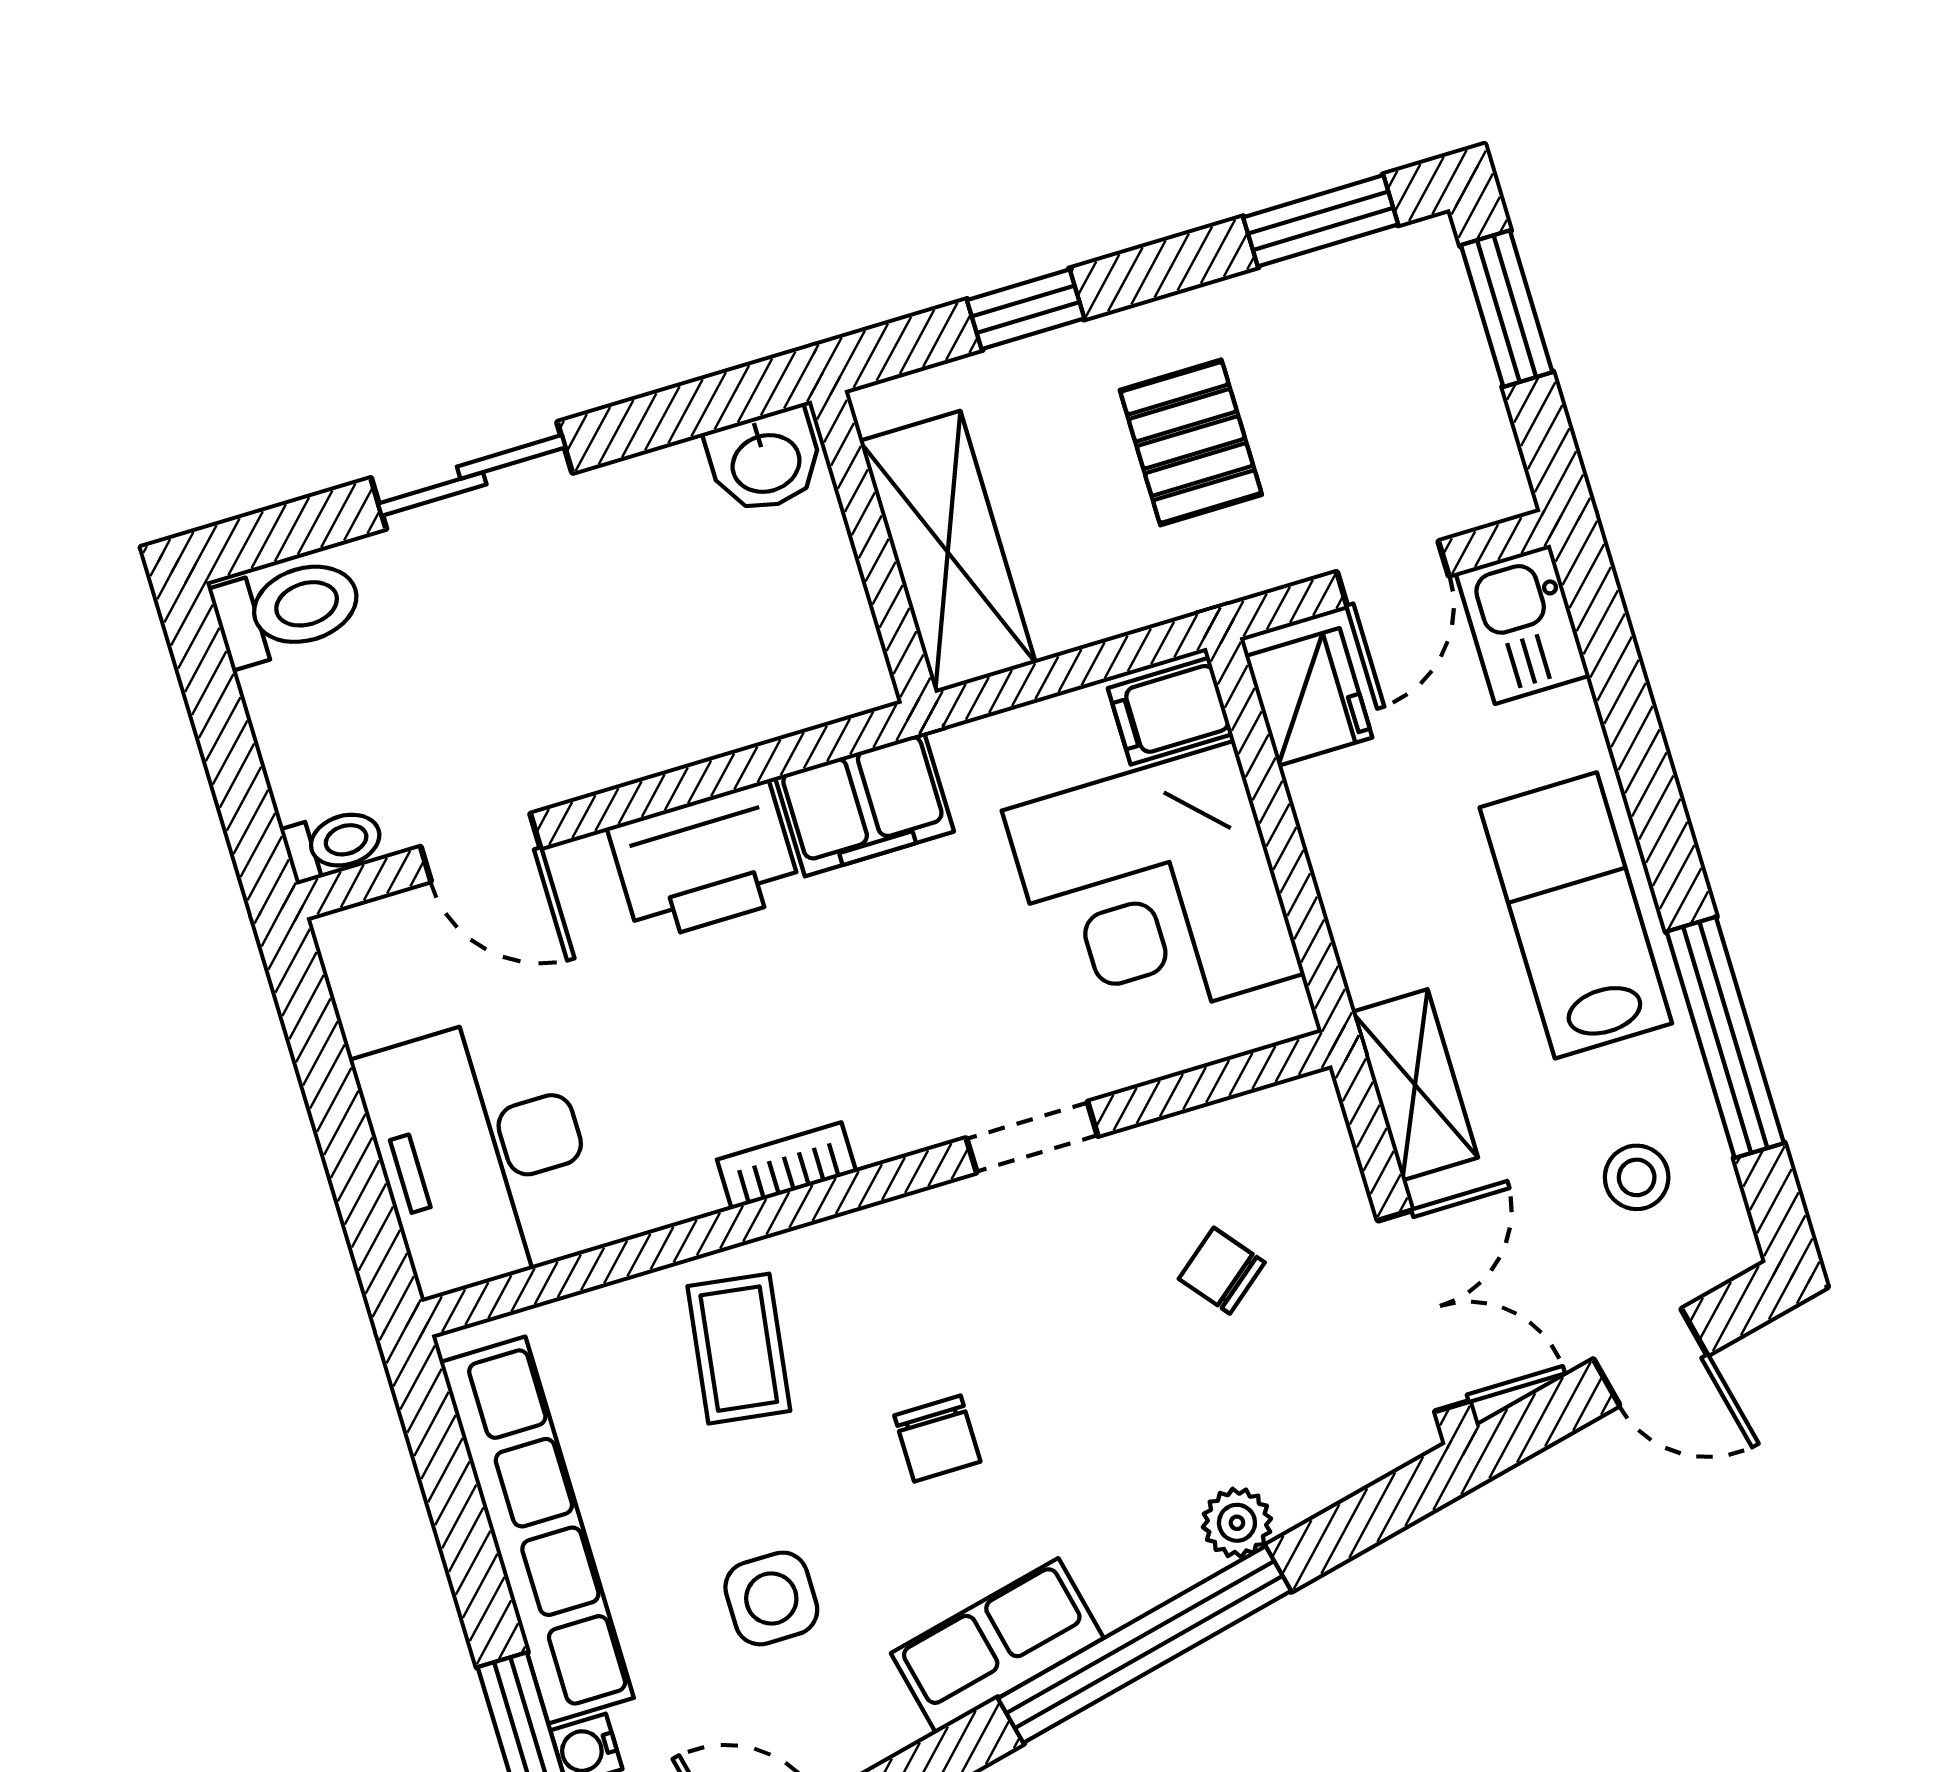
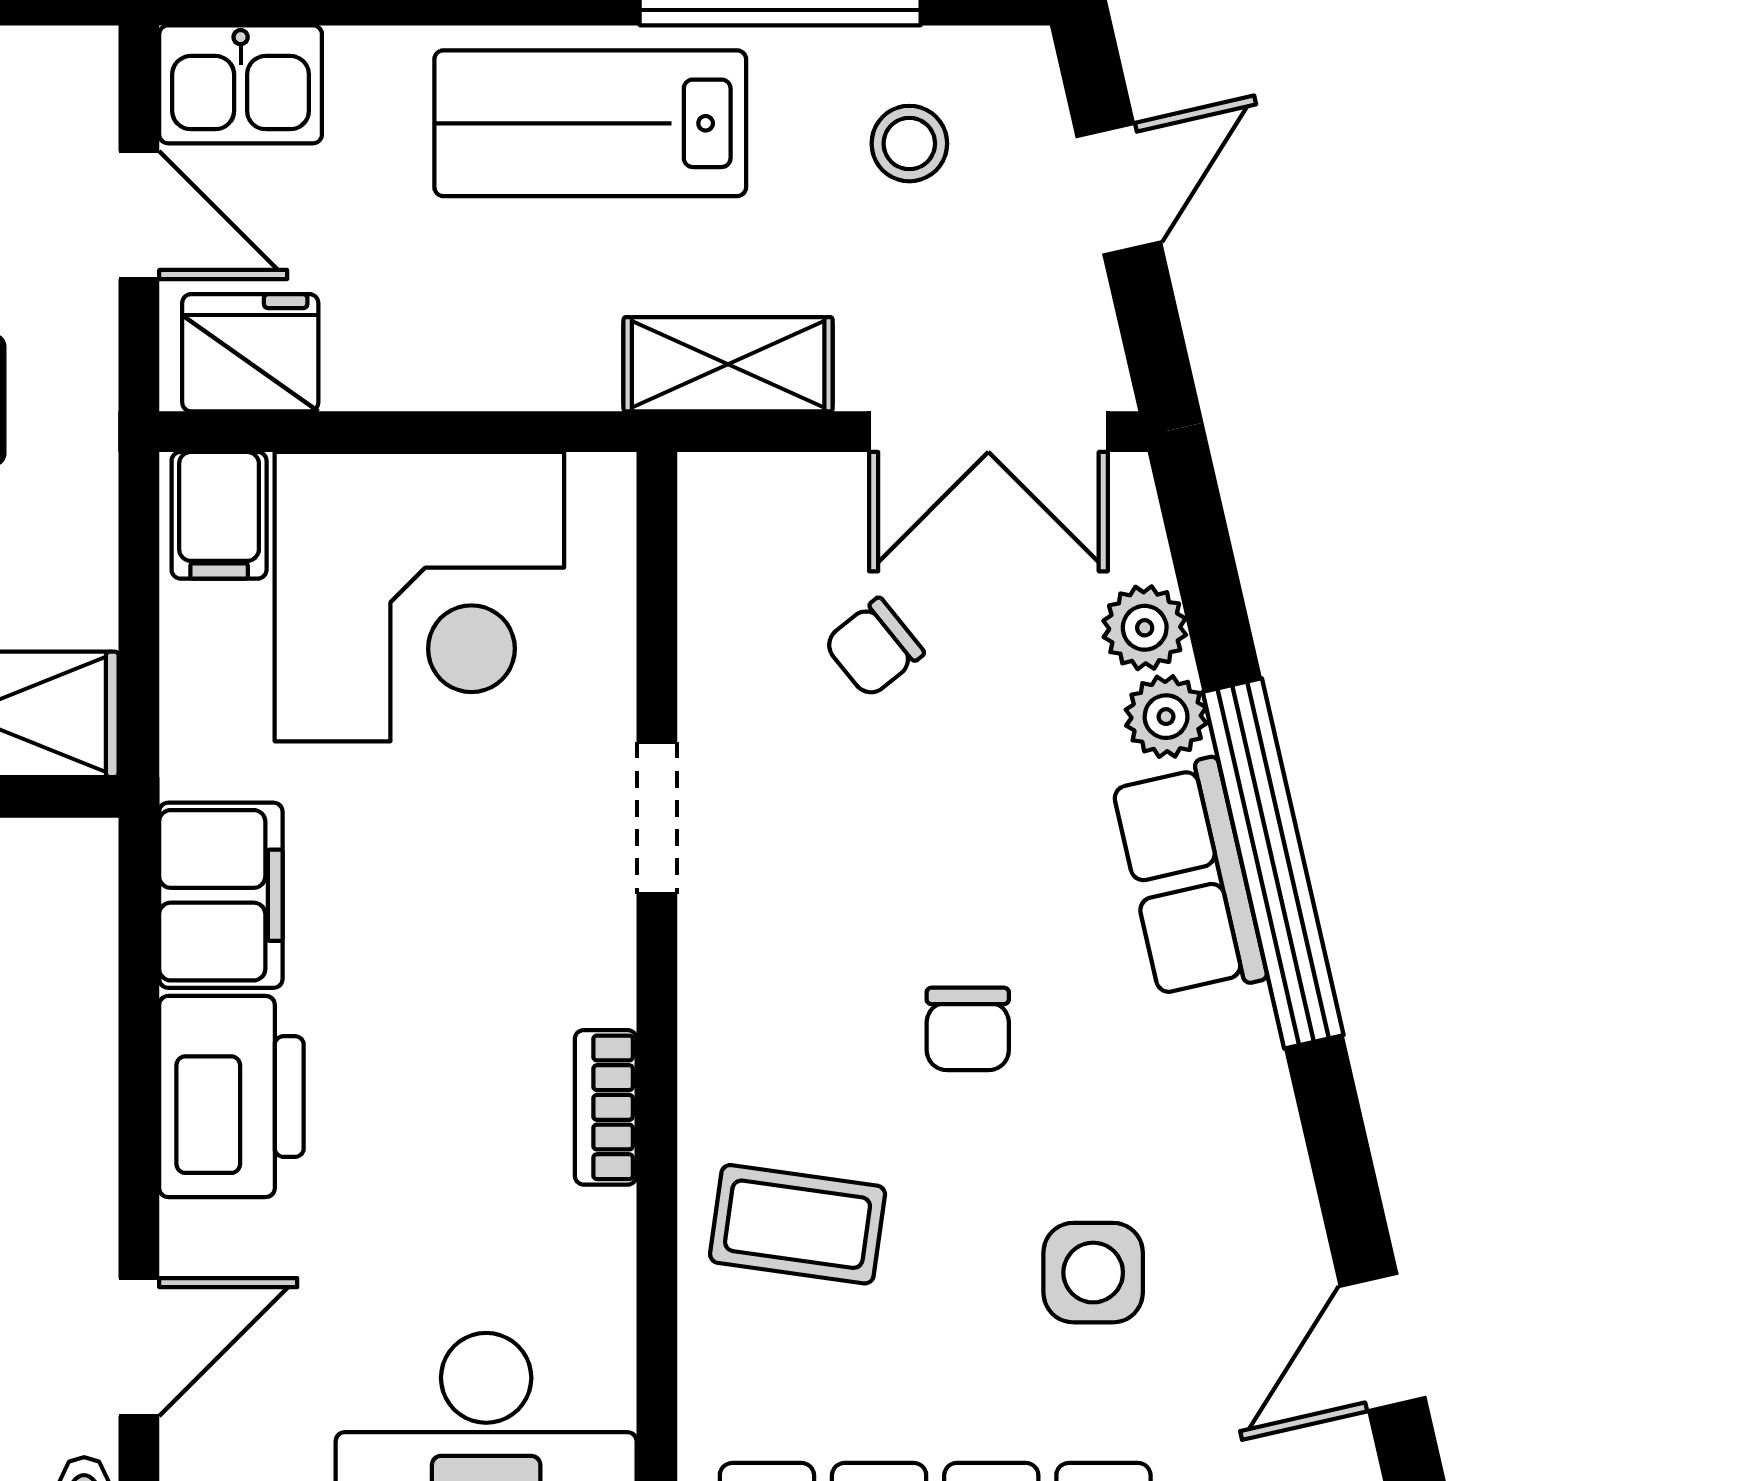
double door: (1424, 1311) -> (988, 432), swing flipped
chair: (937, 1439) -> (968, 1029), turned 90
plant: (1303, 1484) -> (1145, 628), added
row of seats: (997, 1646) -> (1189, 879), moved

